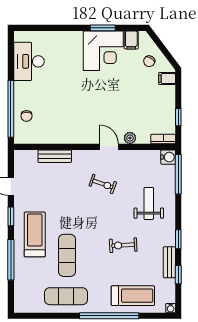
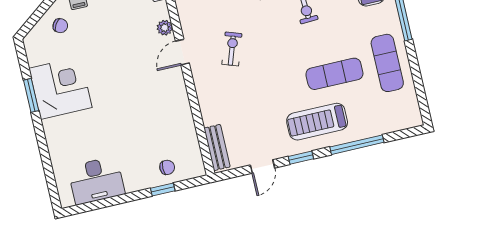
filing cabinet: (131, 40) -> (38, 55), removed
window: (11, 109) -> (163, 190), width x0.32
bench: (55, 156) -> (217, 147), moved

